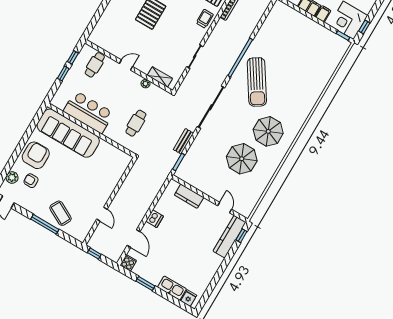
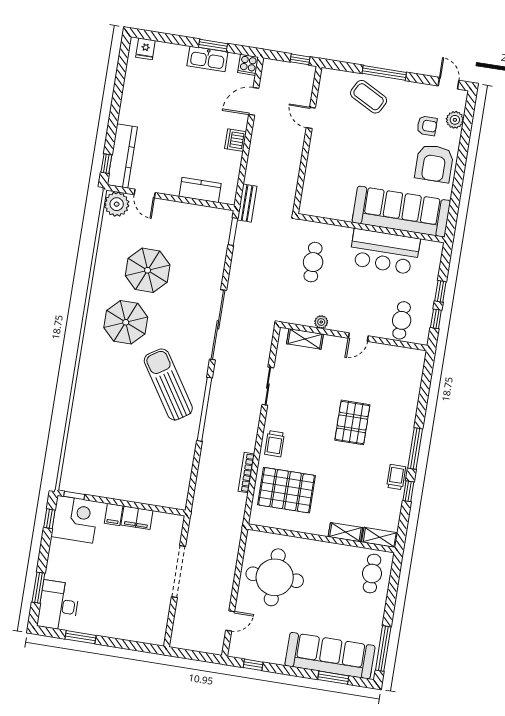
bench: (183, 141) -> (247, 203), moved
plant: (245, 208) -> (117, 204), added
door: (134, 238) -> (254, 101), hinge flipped
kitchen sink: (172, 288) -> (207, 59), moved

